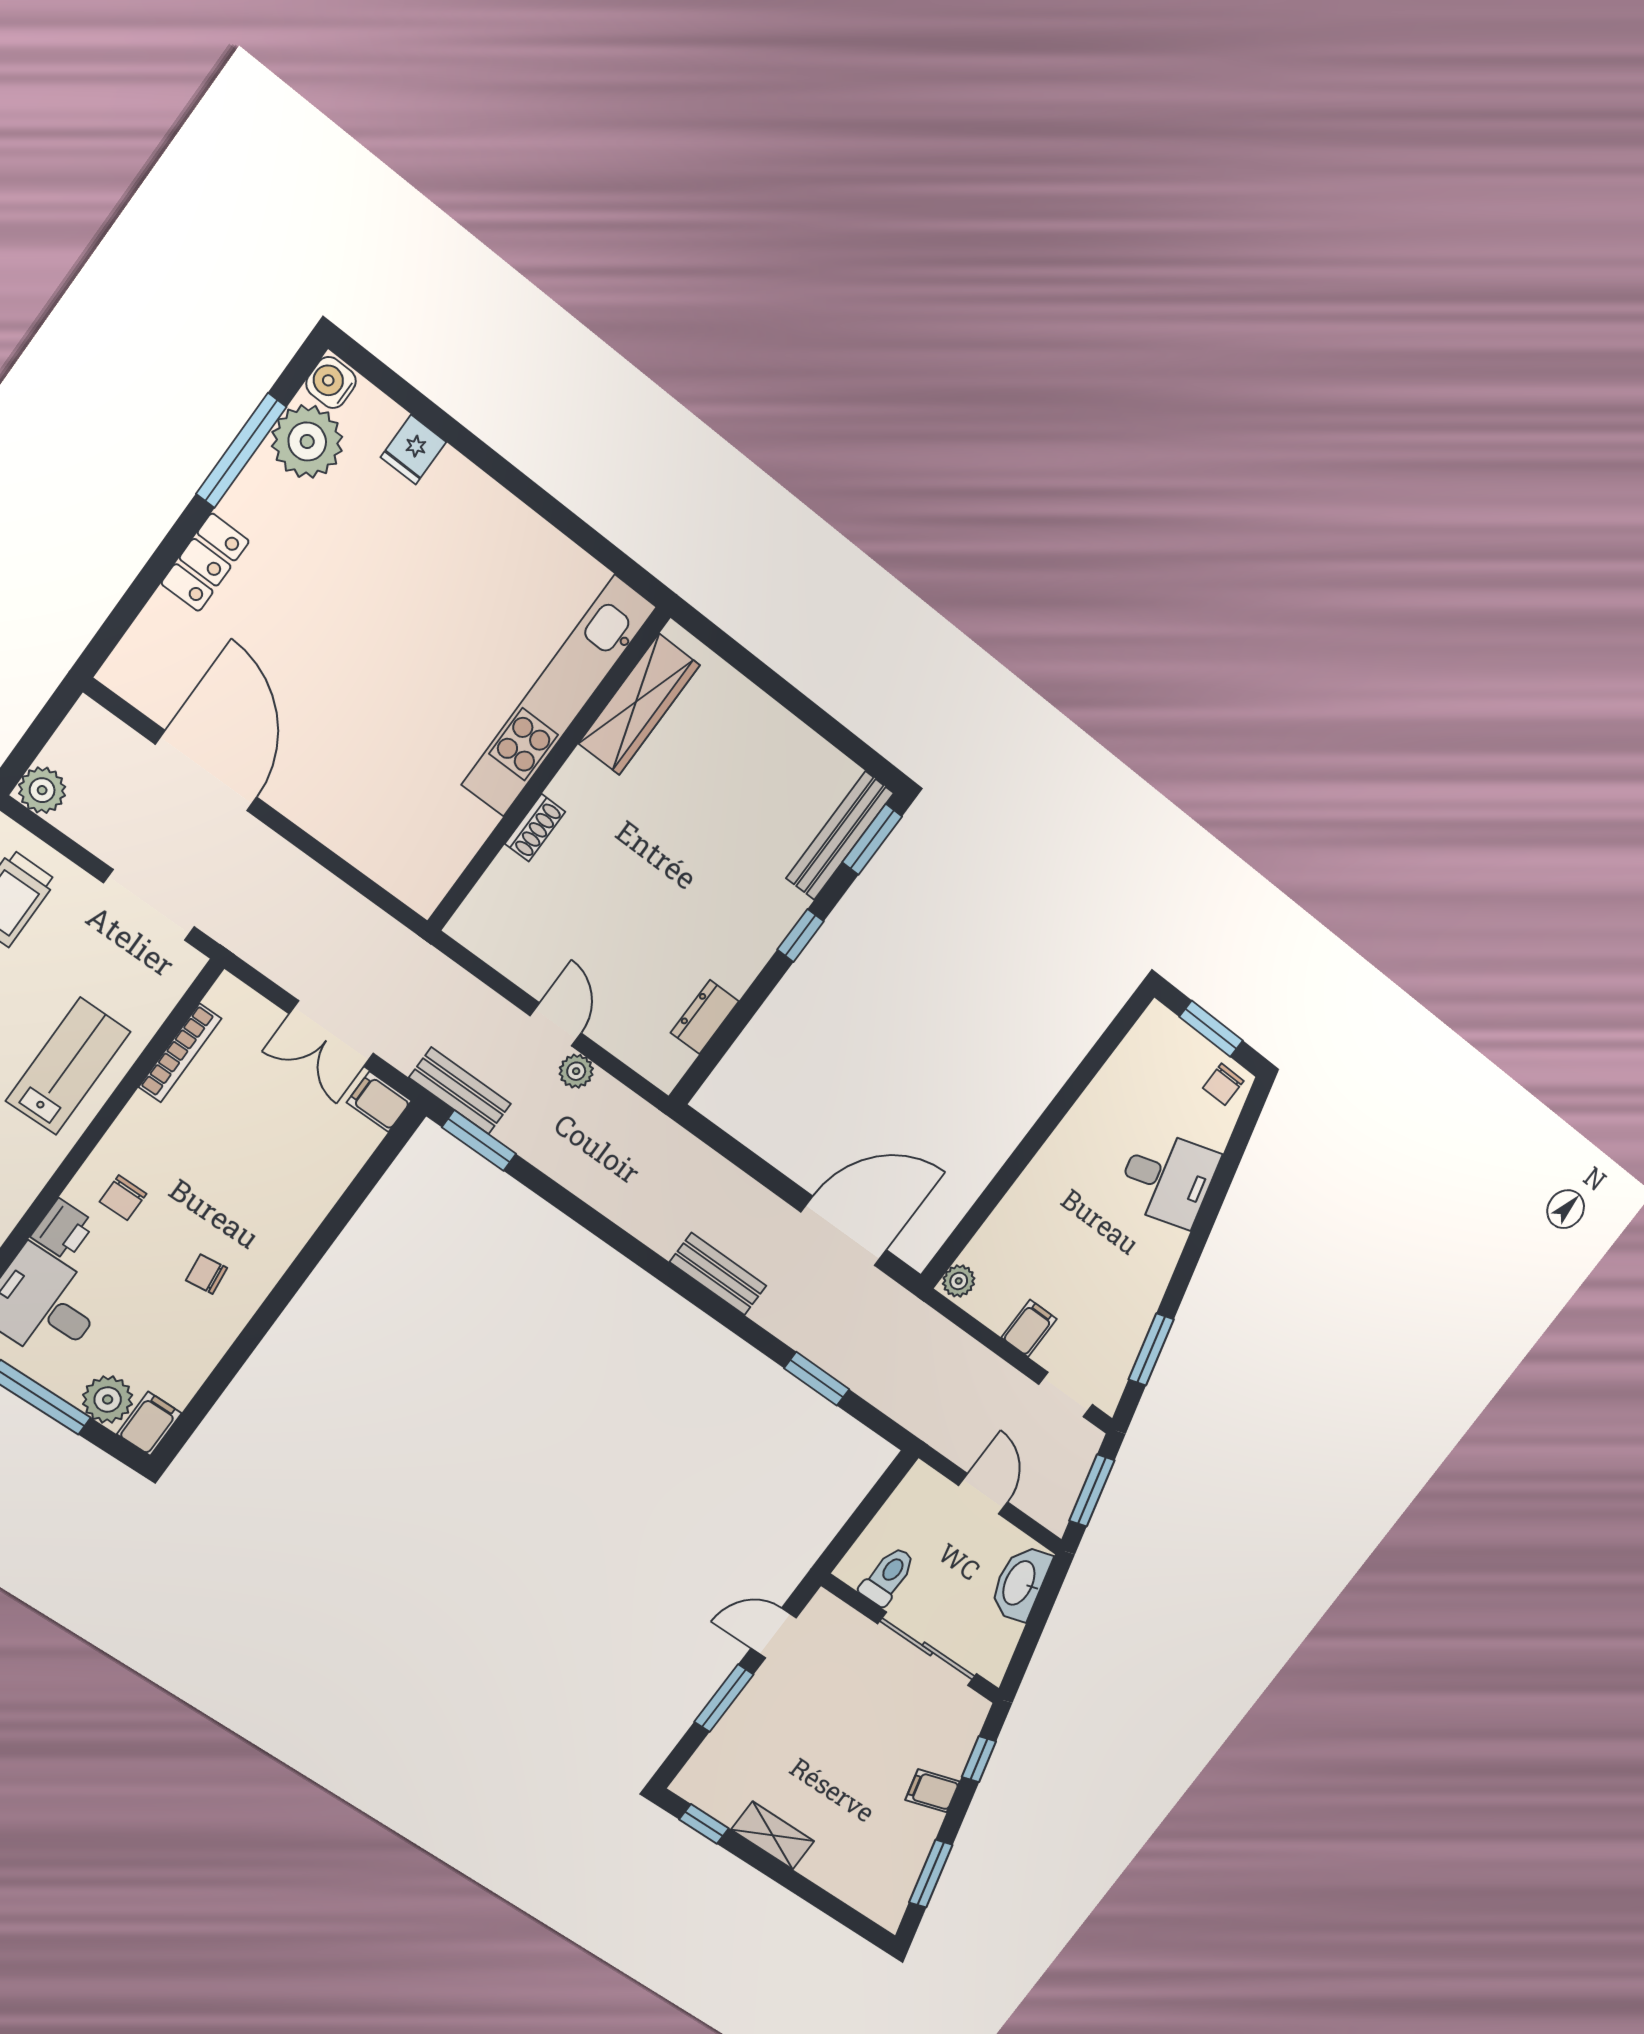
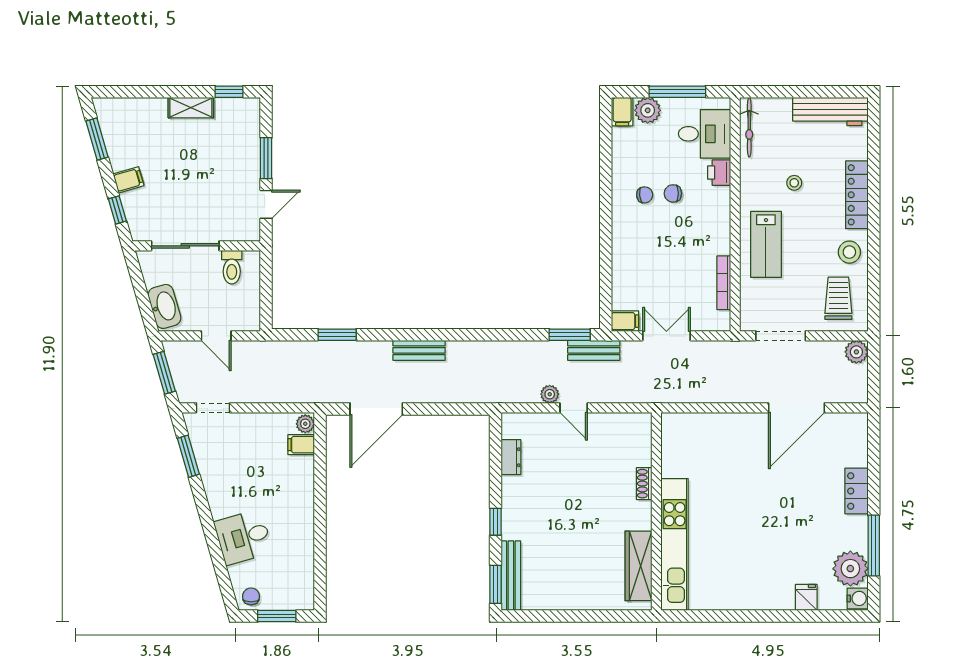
door: (206, 771) -> (796, 408), hinge flipped
chair: (123, 1198) -> (673, 193), moved, turned -90
filing cabinet: (1029, 1328) -> (301, 445), moved, turned 90

